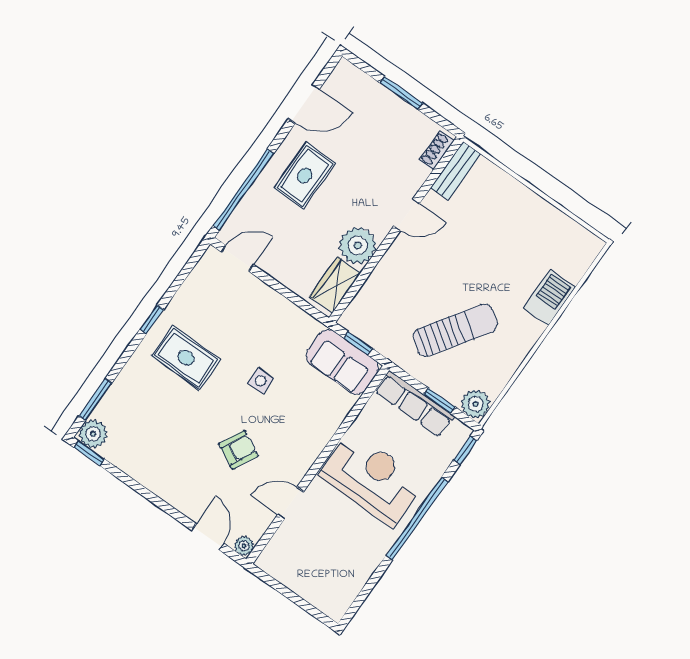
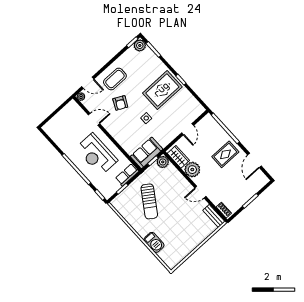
rug: (305, 176) -> (225, 154), turned 90
door: (407, 215) -> (200, 192), hinge flipped
door: (237, 258) -> (188, 129), moved
rug: (186, 358) -> (162, 90), width x1.36, depth x1.43
row of seats: (415, 404) -> (127, 175), width x0.68
plant: (476, 404) -> (163, 162), moved
coffee table: (185, 475) -> (115, 79), added
reception desk: (372, 479) -> (97, 154), turned 90
door: (291, 503) -> (94, 119), hinge flipped

